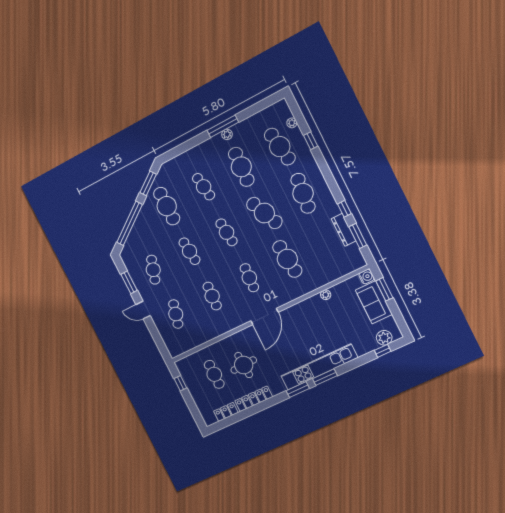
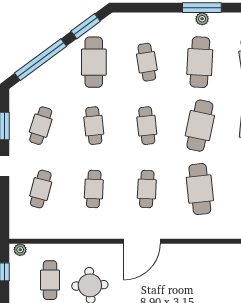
cafe table: (264, 213) -> (200, 126), turned 36
plant: (326, 295) -> (20, 250), moved

